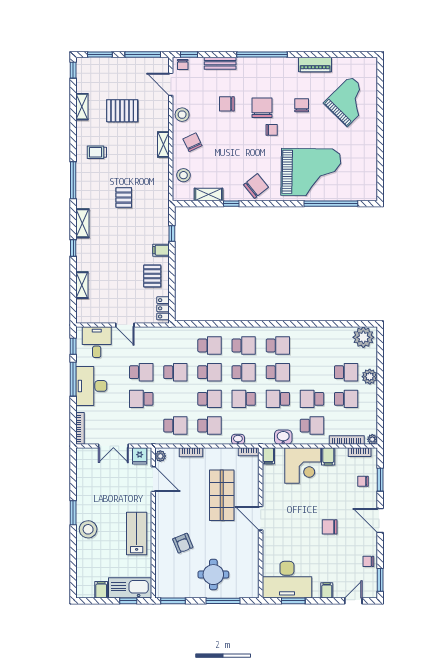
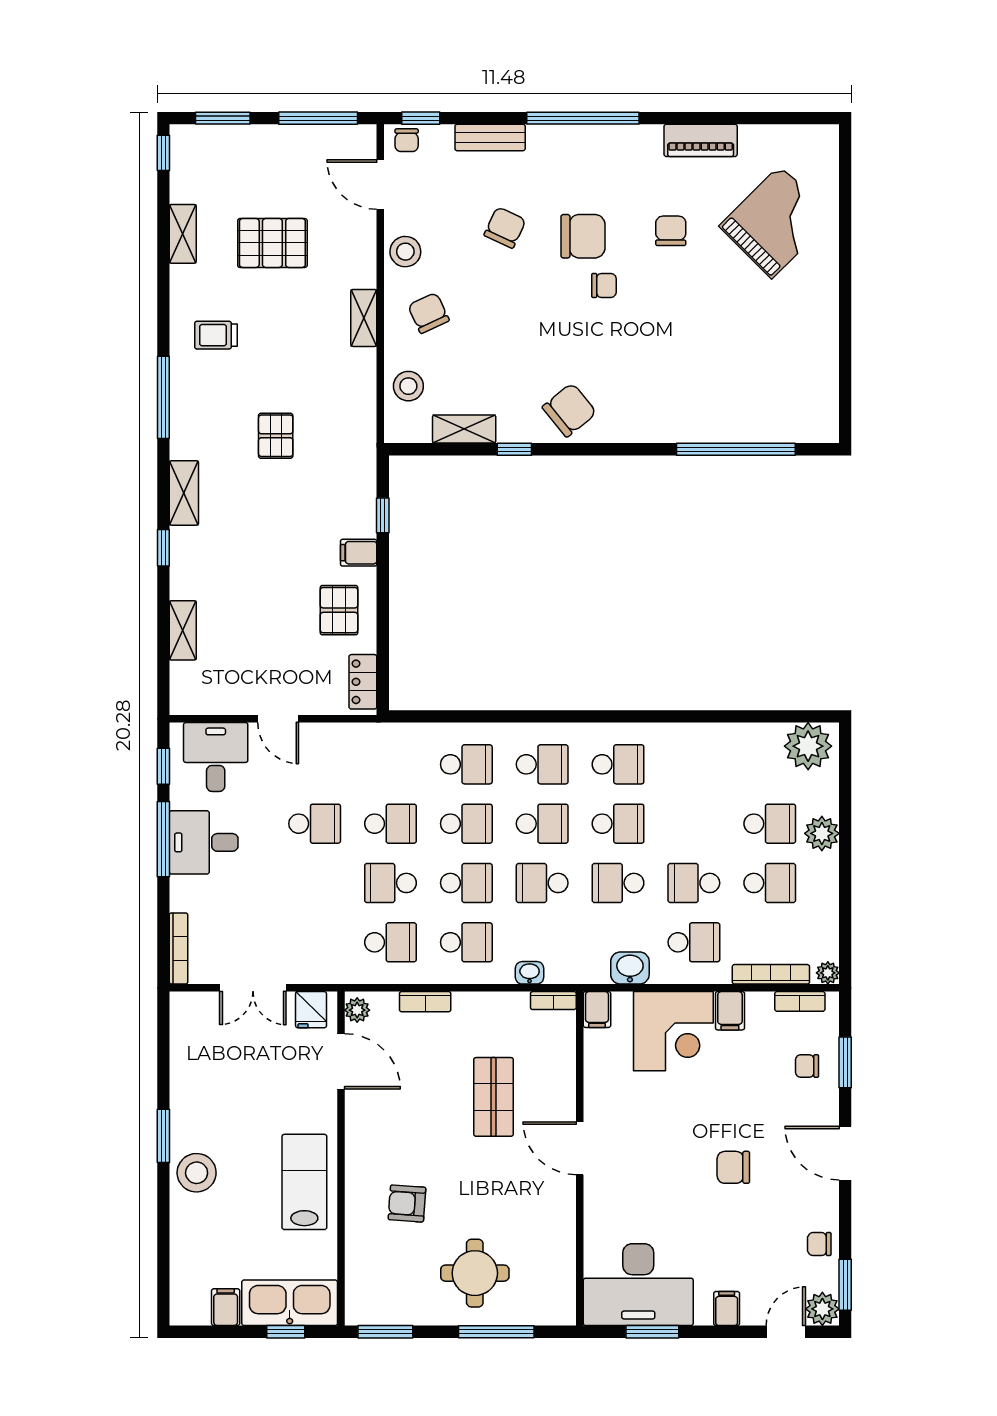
chair: (227, 104) -> (505, 228), turned 115
chair: (262, 108) -> (583, 236), turned 90
grand piano: (311, 172) -> (691, 380), removed
desk: (91, 386) -> (204, 842), width x0.73
school desk: (141, 399) -> (390, 883), moved
shop shelf: (222, 495) -> (494, 1097), width x0.70, depth x0.74
armchair: (183, 543) -> (407, 1203), turned 116
plant: (370, 591) -> (822, 1309), added

